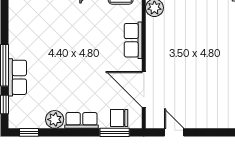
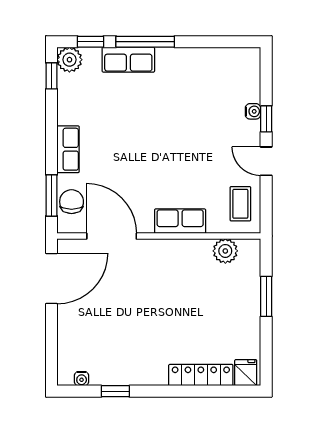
door: (144, 89) -> (112, 236), hinge flipped
plant: (55, 119) -> (69, 60), moved
door: (174, 132) -> (52, 278), width x1.88

